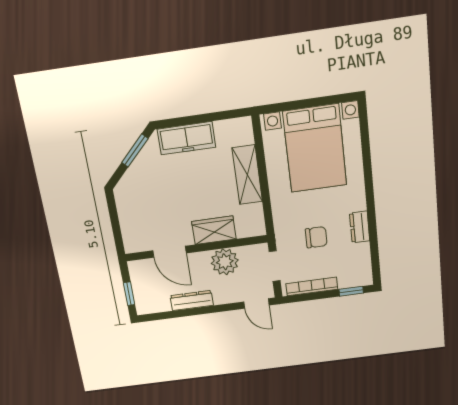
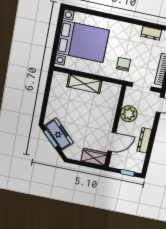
freezer: (186, 138) -> (59, 134), moved, turned -45
dresser: (360, 227) -> (151, 33), moved
wardrobe: (214, 230) -> (94, 157), moved, turned 90
chair: (316, 237) -> (123, 64), moved

